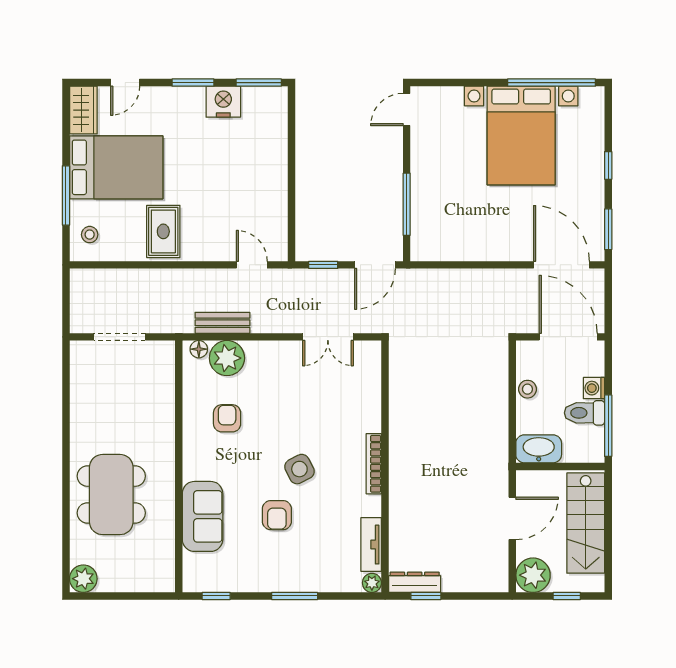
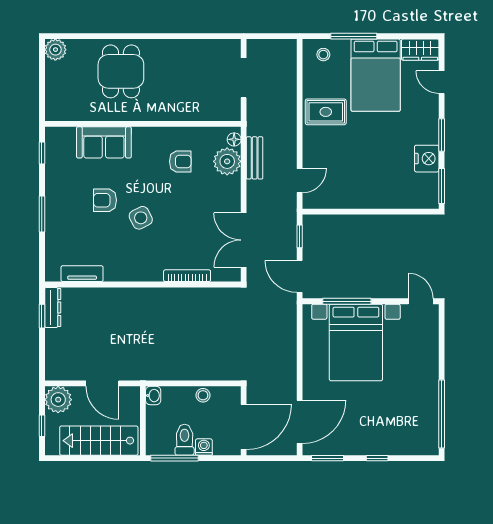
bed with nightstands: (521, 135) -> (356, 342), moved, turned -90
double door: (328, 337) -> (244, 240), width x1.37
washbasin: (539, 449) -> (153, 396), width x0.52, depth x0.69
bookcase: (374, 464) -> (187, 276), moved
dining table: (111, 495) -> (121, 71), width x0.73
plant: (372, 583) -> (52, 274), removed

